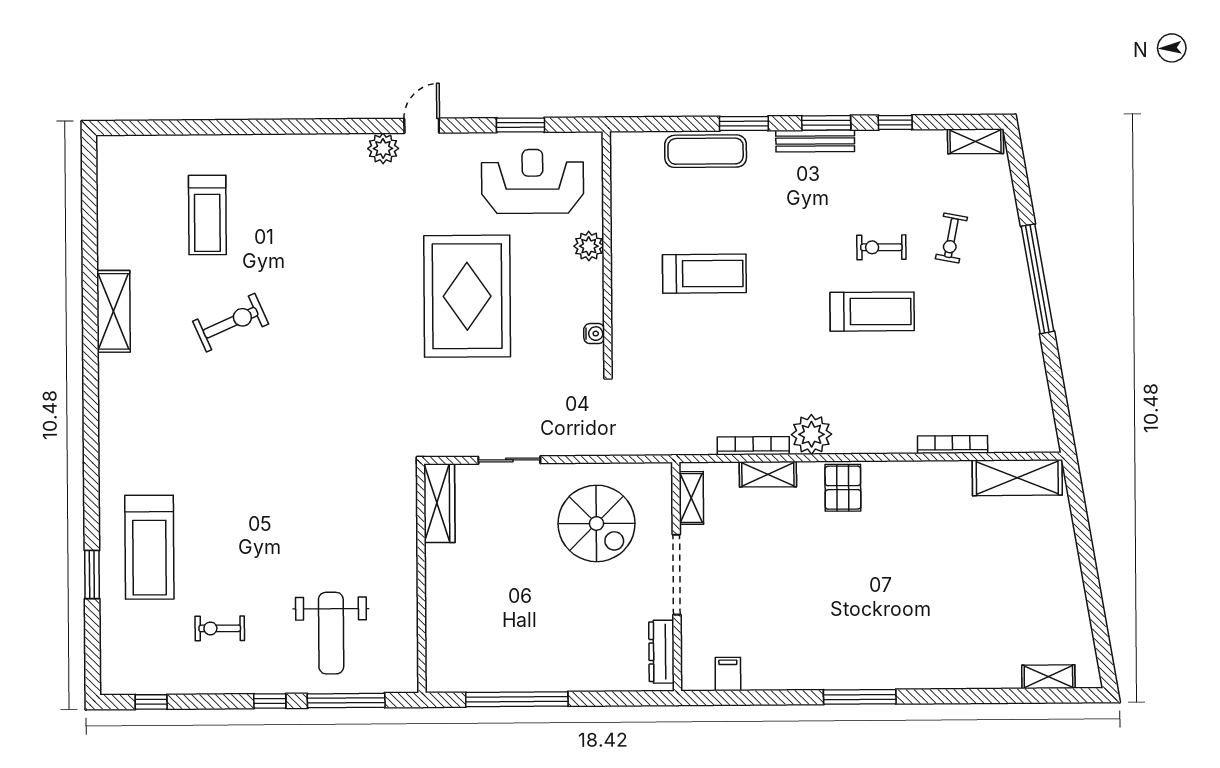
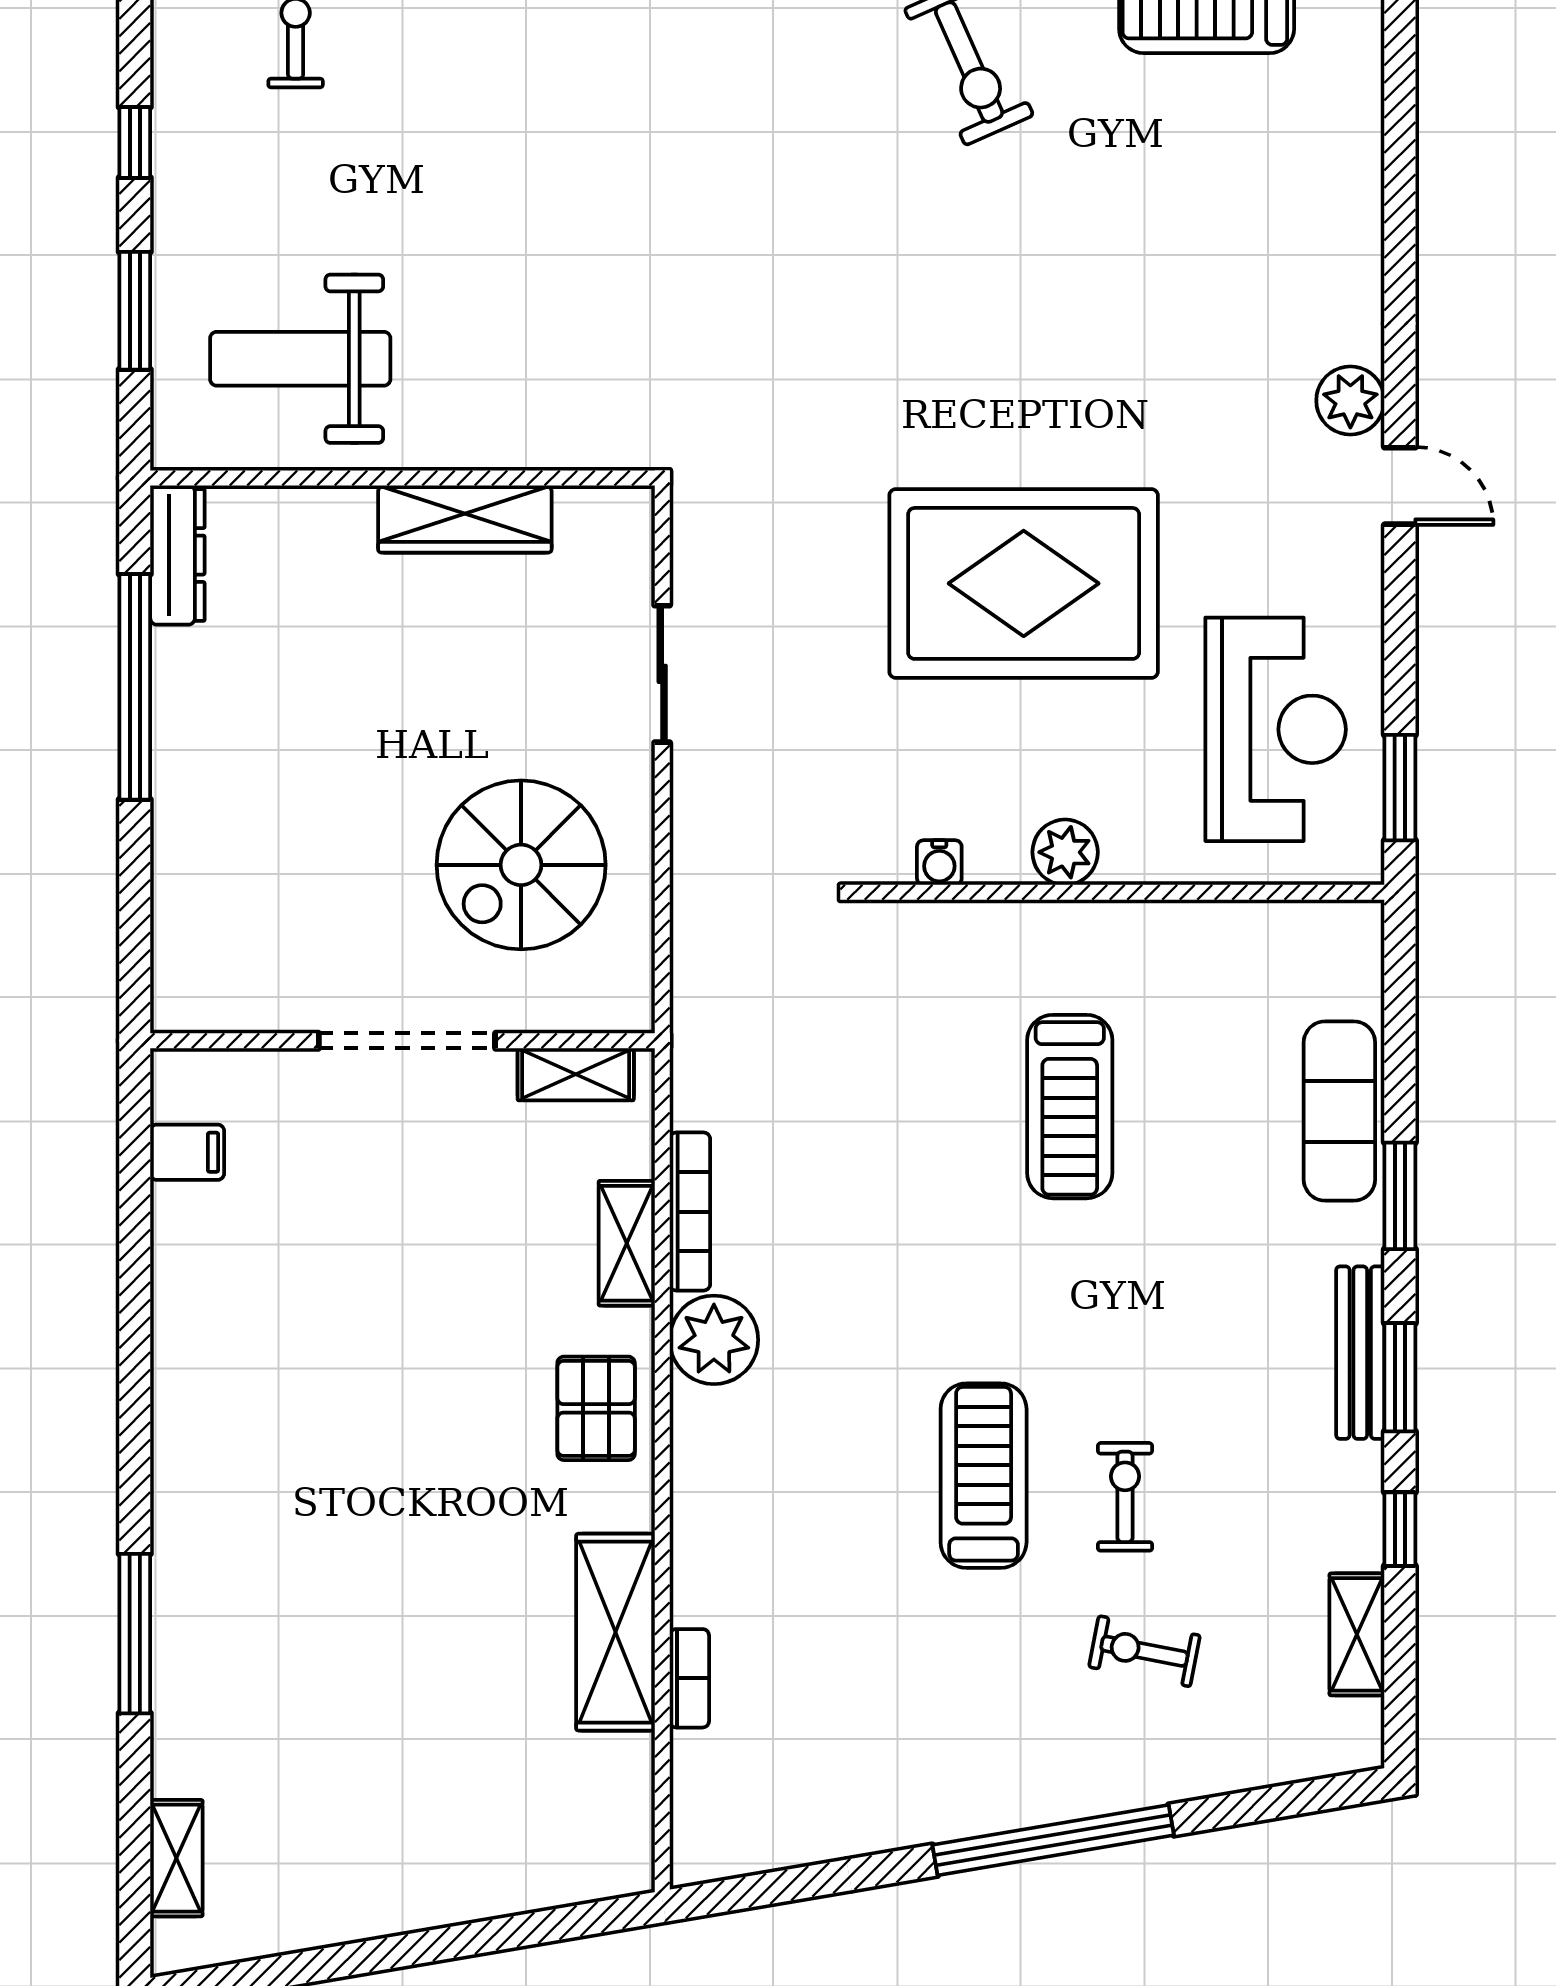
window: (521, 125) -> (1400, 788), moved
shelving: (976, 141) -> (1357, 1634), moved
plant: (589, 246) -> (1065, 852), moved
treadmill: (872, 312) -> (984, 1476), turned 180
bookcase: (953, 445) -> (689, 1678), width x0.64
shelving: (1017, 478) -> (615, 1632), moved
pallet: (843, 488) -> (596, 1408), turned 90
wardrobe: (439, 503) -> (465, 519), moved
weight bench: (331, 633) -> (300, 359), moved
dresser: (661, 652) -> (177, 555), moved, turned 90
window: (860, 697) -> (135, 1634), moved
window: (346, 701) -> (135, 311), width x0.69

